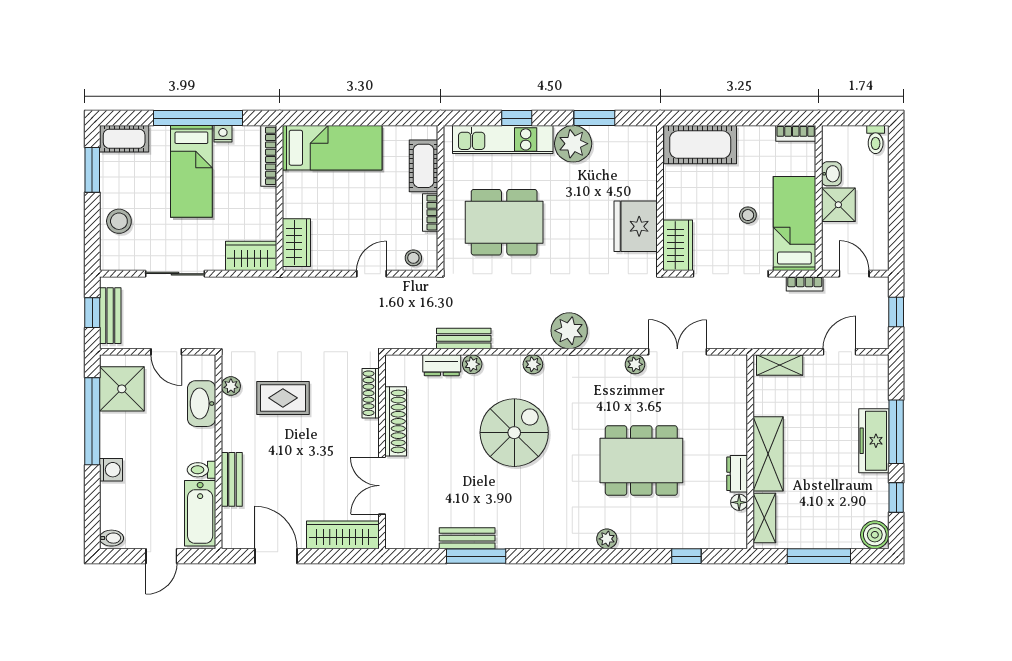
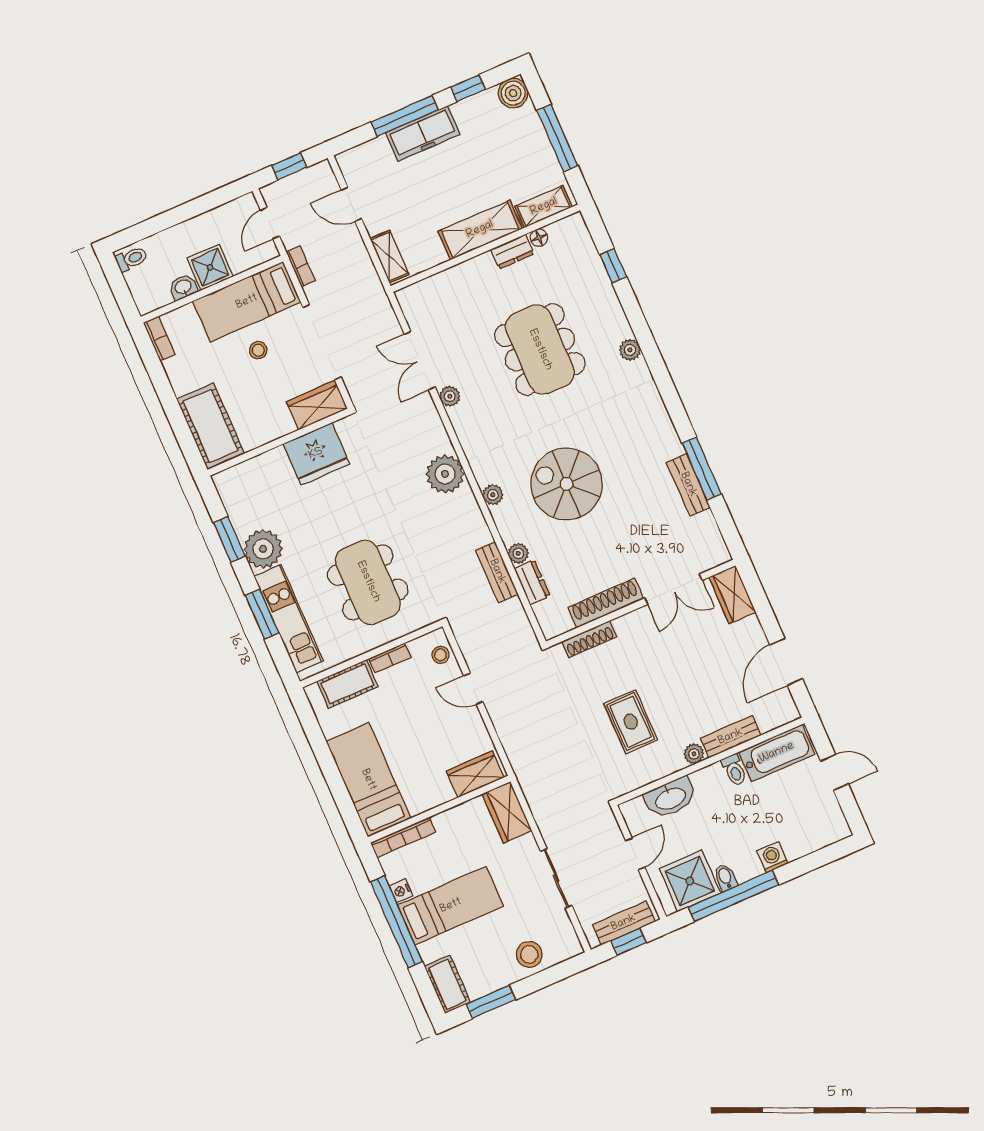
window: (517, 118) -> (262, 614), width x1.50
plant: (231, 386) -> (694, 754), moved
wardrobe: (343, 535) -> (732, 595), width x0.67
bidet: (111, 538) -> (725, 877), moved

